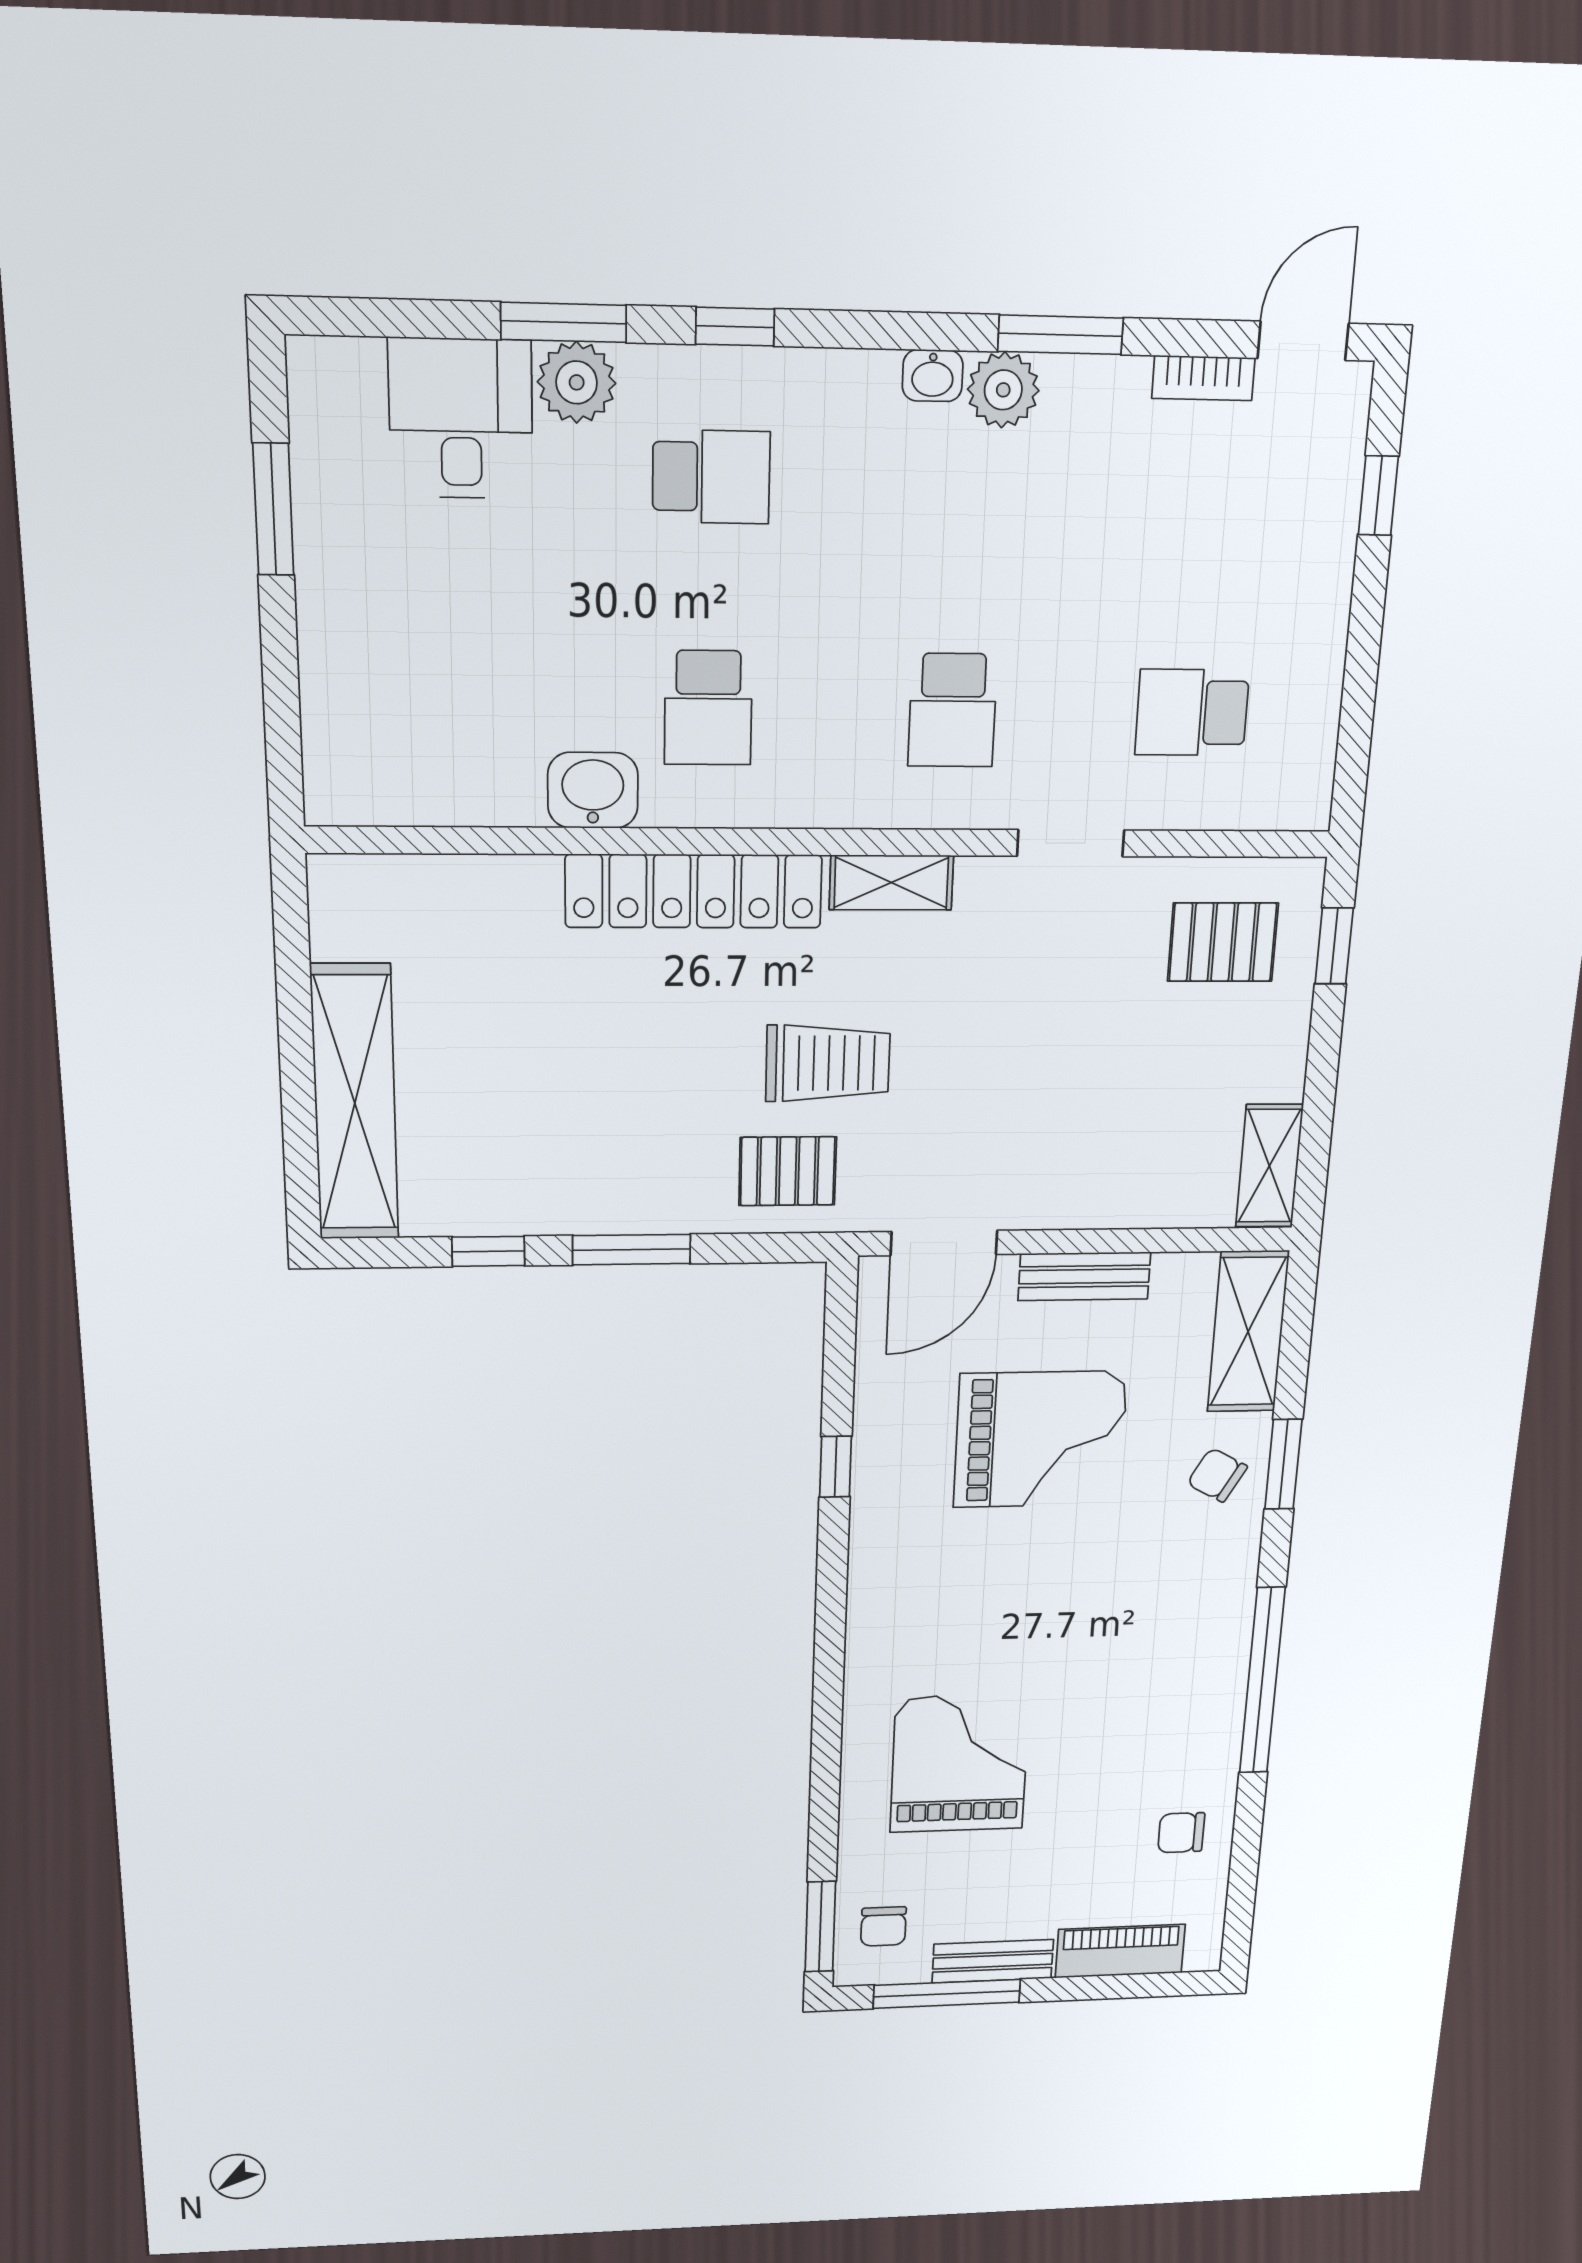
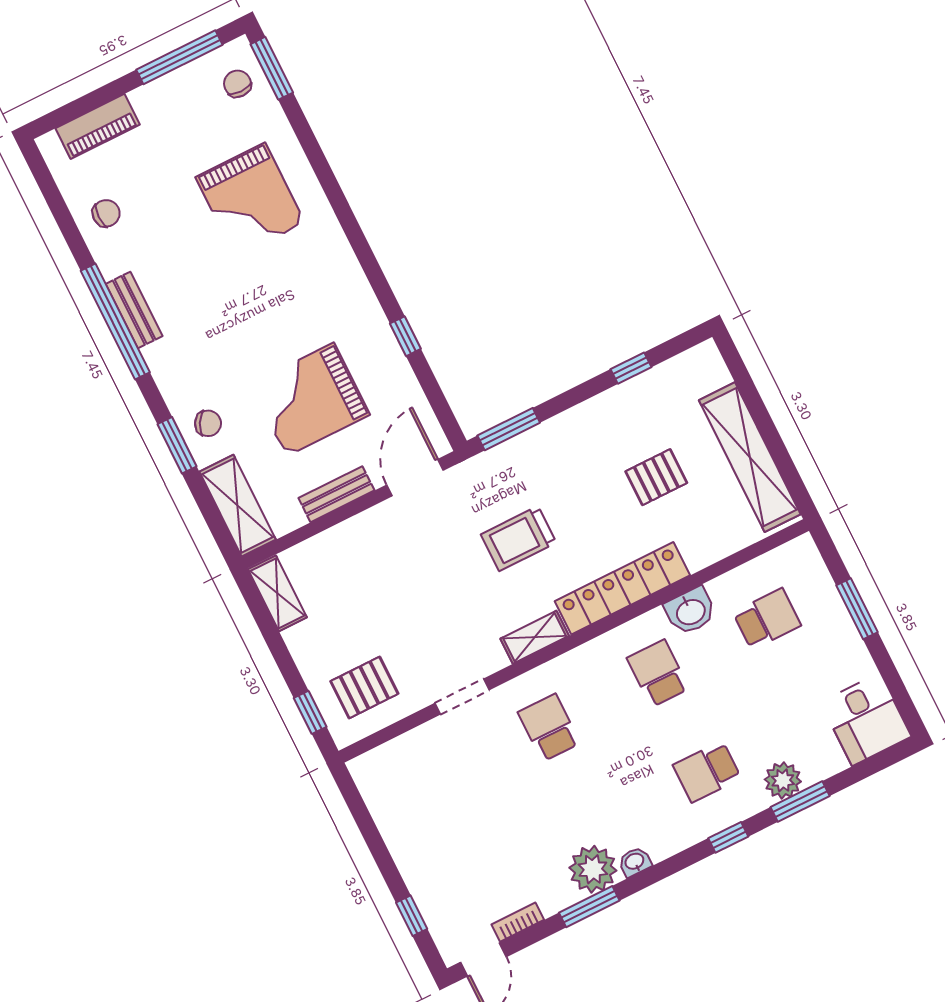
plant: (1003, 390) -> (593, 869), width x1.36, depth x1.36
desk: (461, 419) -> (866, 719), moved
window: (273, 509) -> (857, 609), moved
school desk: (1192, 713) -> (767, 619), moved
shelving: (355, 1103) -> (750, 457), moved
pallet: (788, 1171) -> (656, 477), moved
window: (632, 1250) -> (509, 429), moved
bench: (993, 1961) -> (134, 310), moved, turned 90

